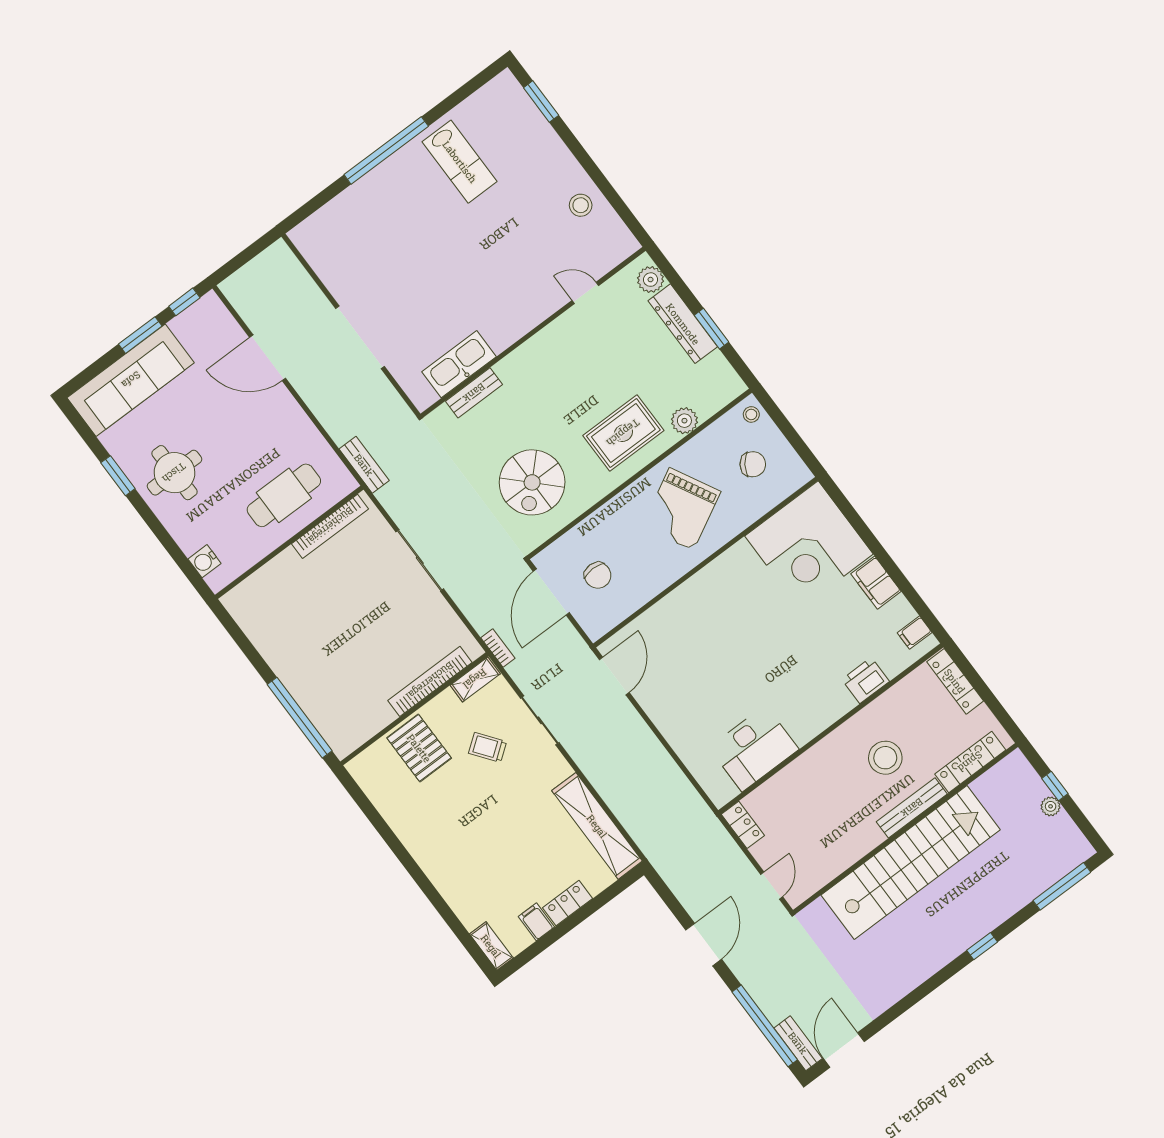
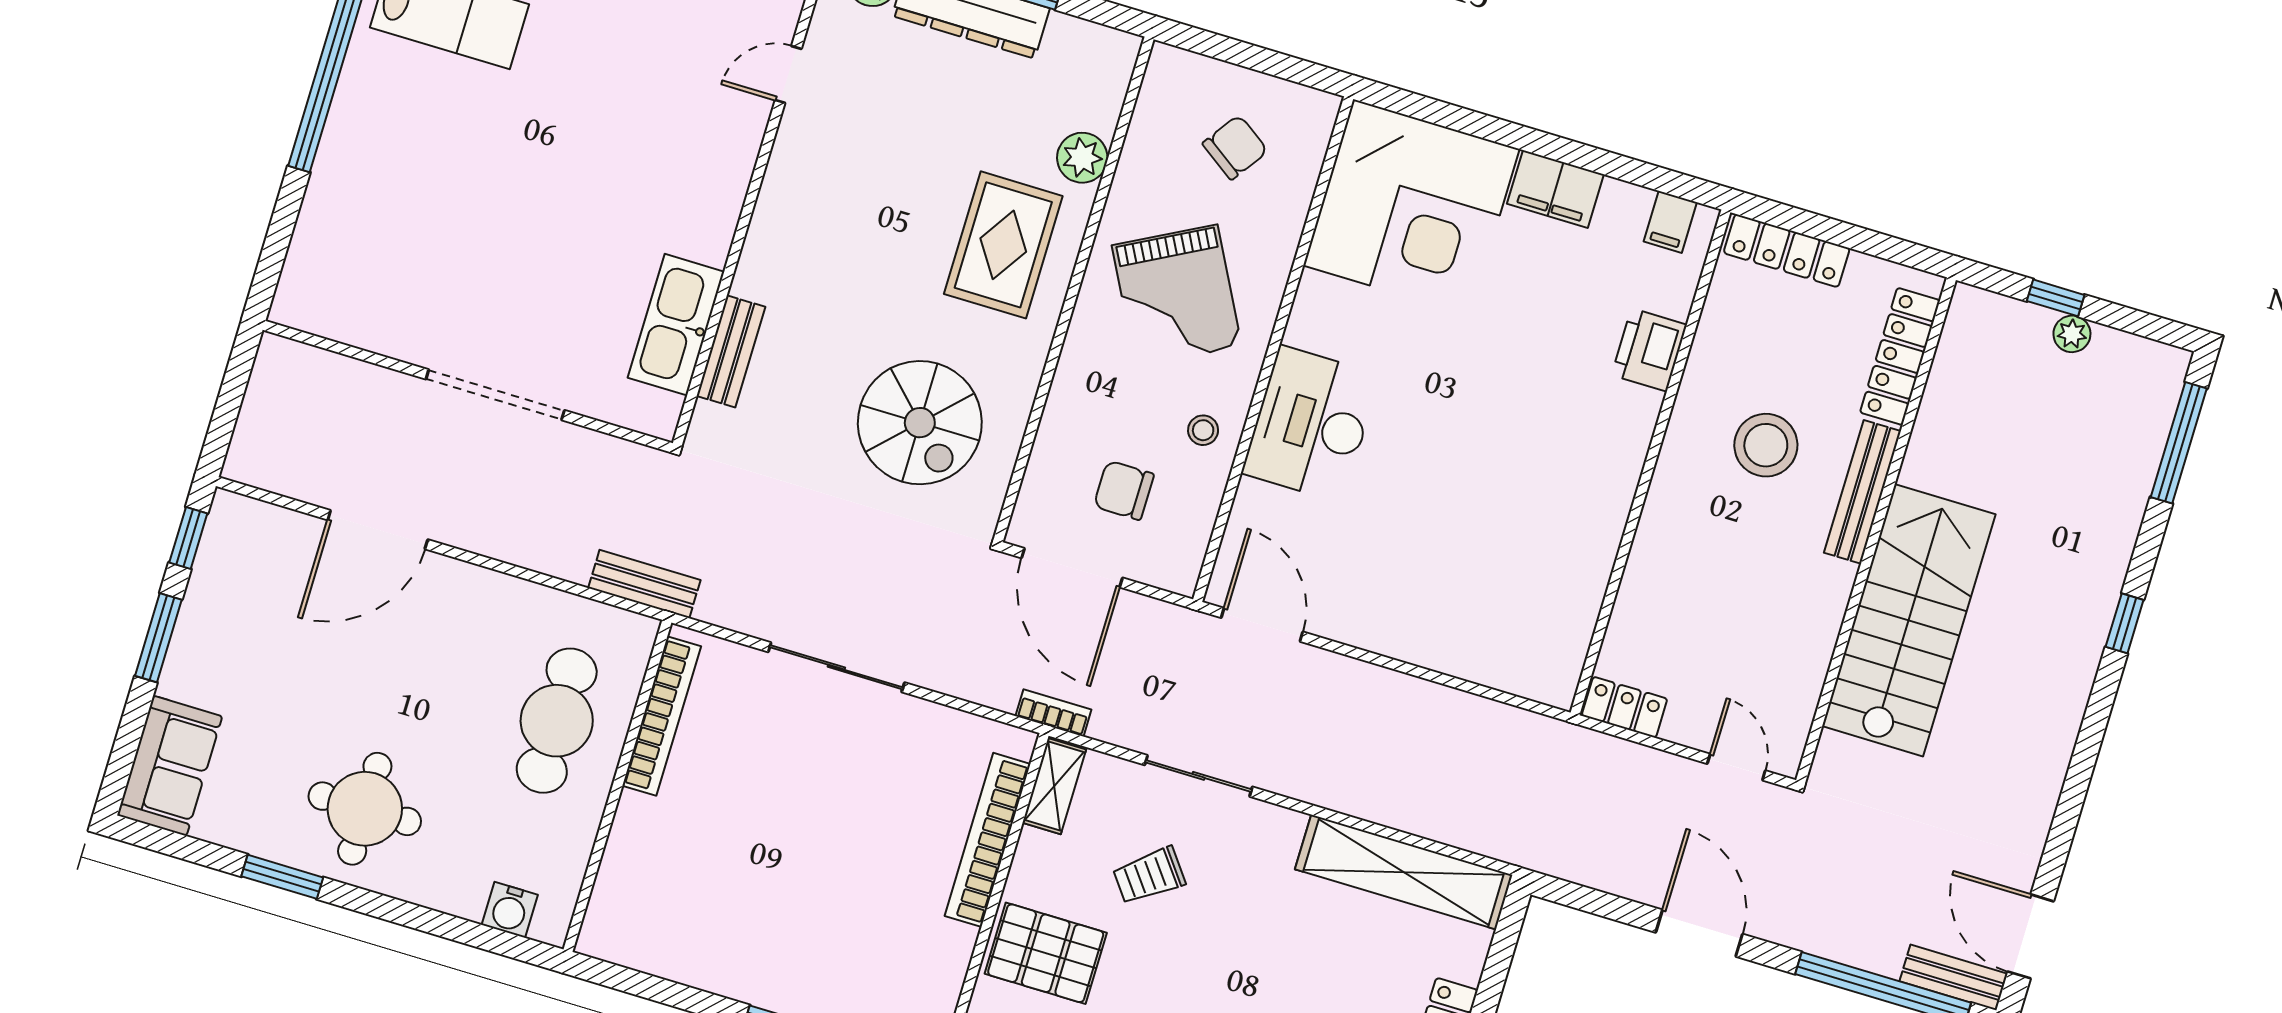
sofa: (131, 380) -> (170, 766), width x0.54, depth x0.79
stool: (751, 414) -> (1203, 430), moved
chair: (598, 575) -> (1124, 490), turned 180
desk: (754, 748) -> (1311, 424), moved, turned 180
stairs: (911, 862) -> (1909, 620), width x0.73

